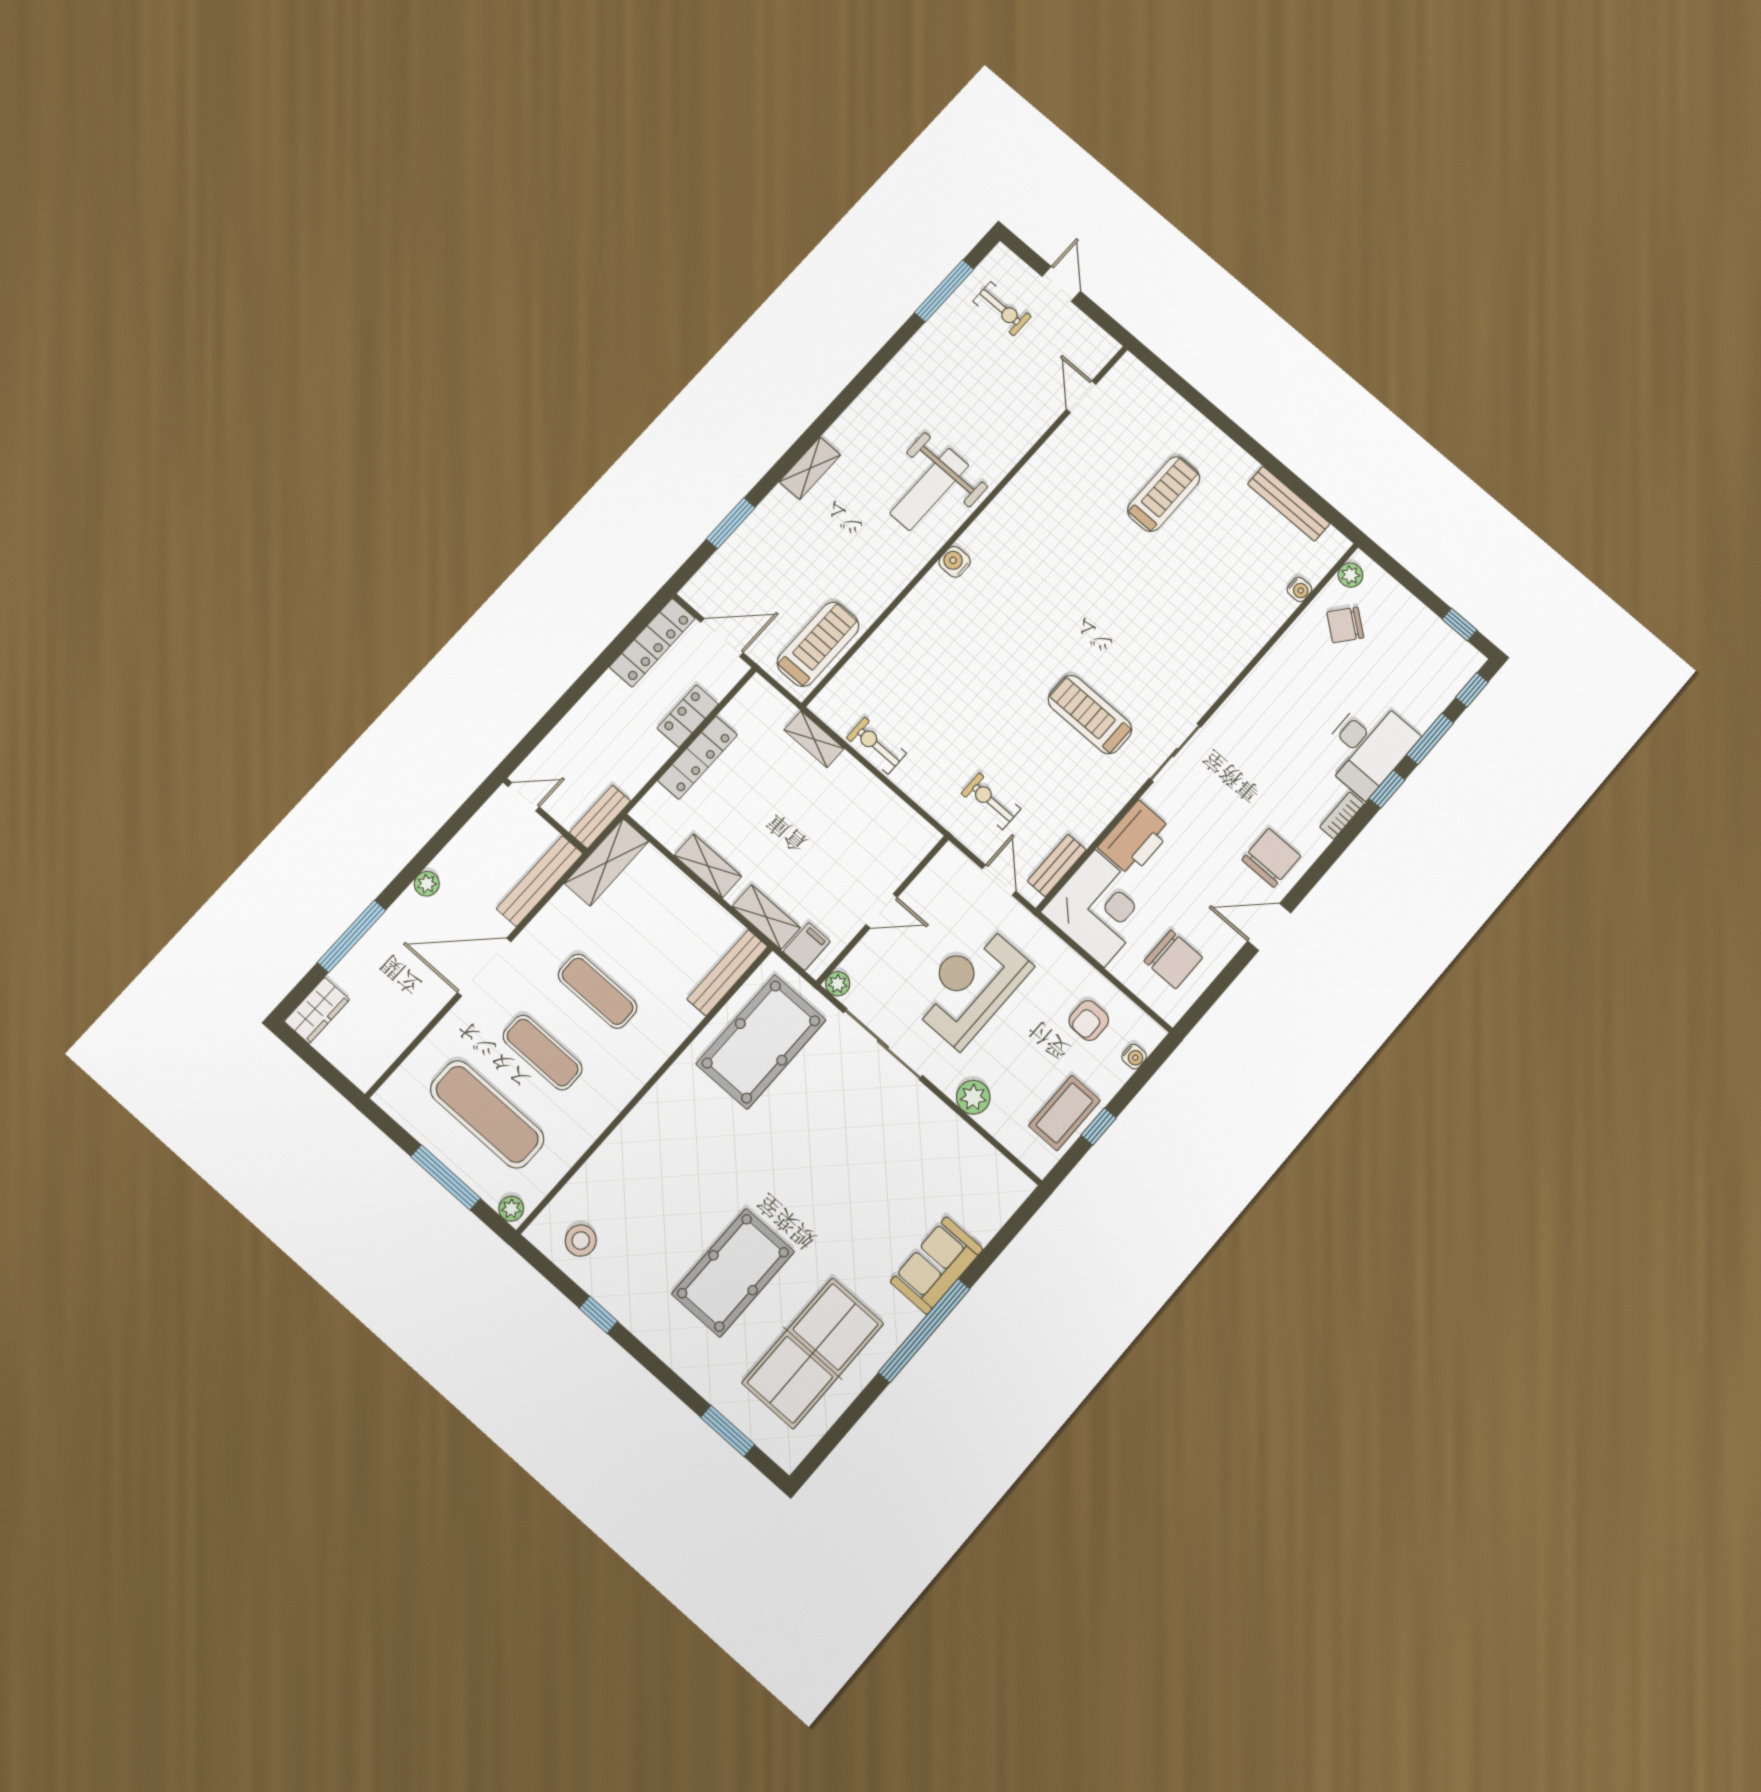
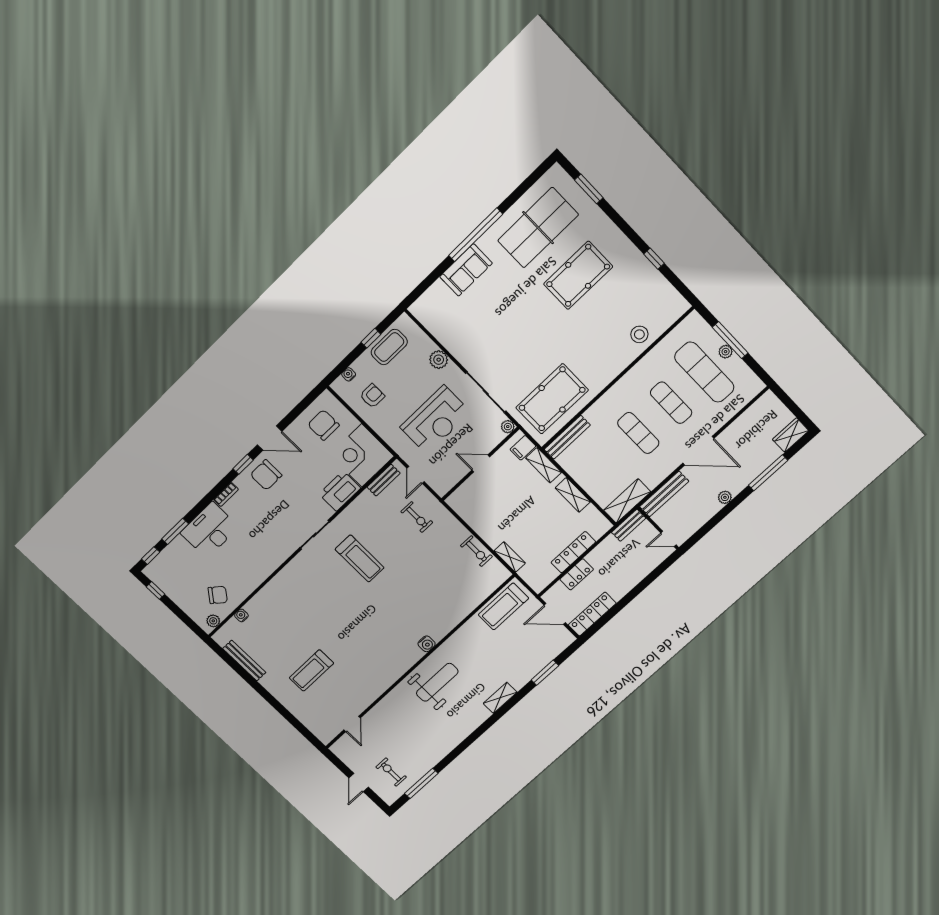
window: (1387, 789) -> (243, 464), moved
plant: (511, 1209) -> (726, 352), moved
stool: (581, 1241) -> (639, 334), moved

